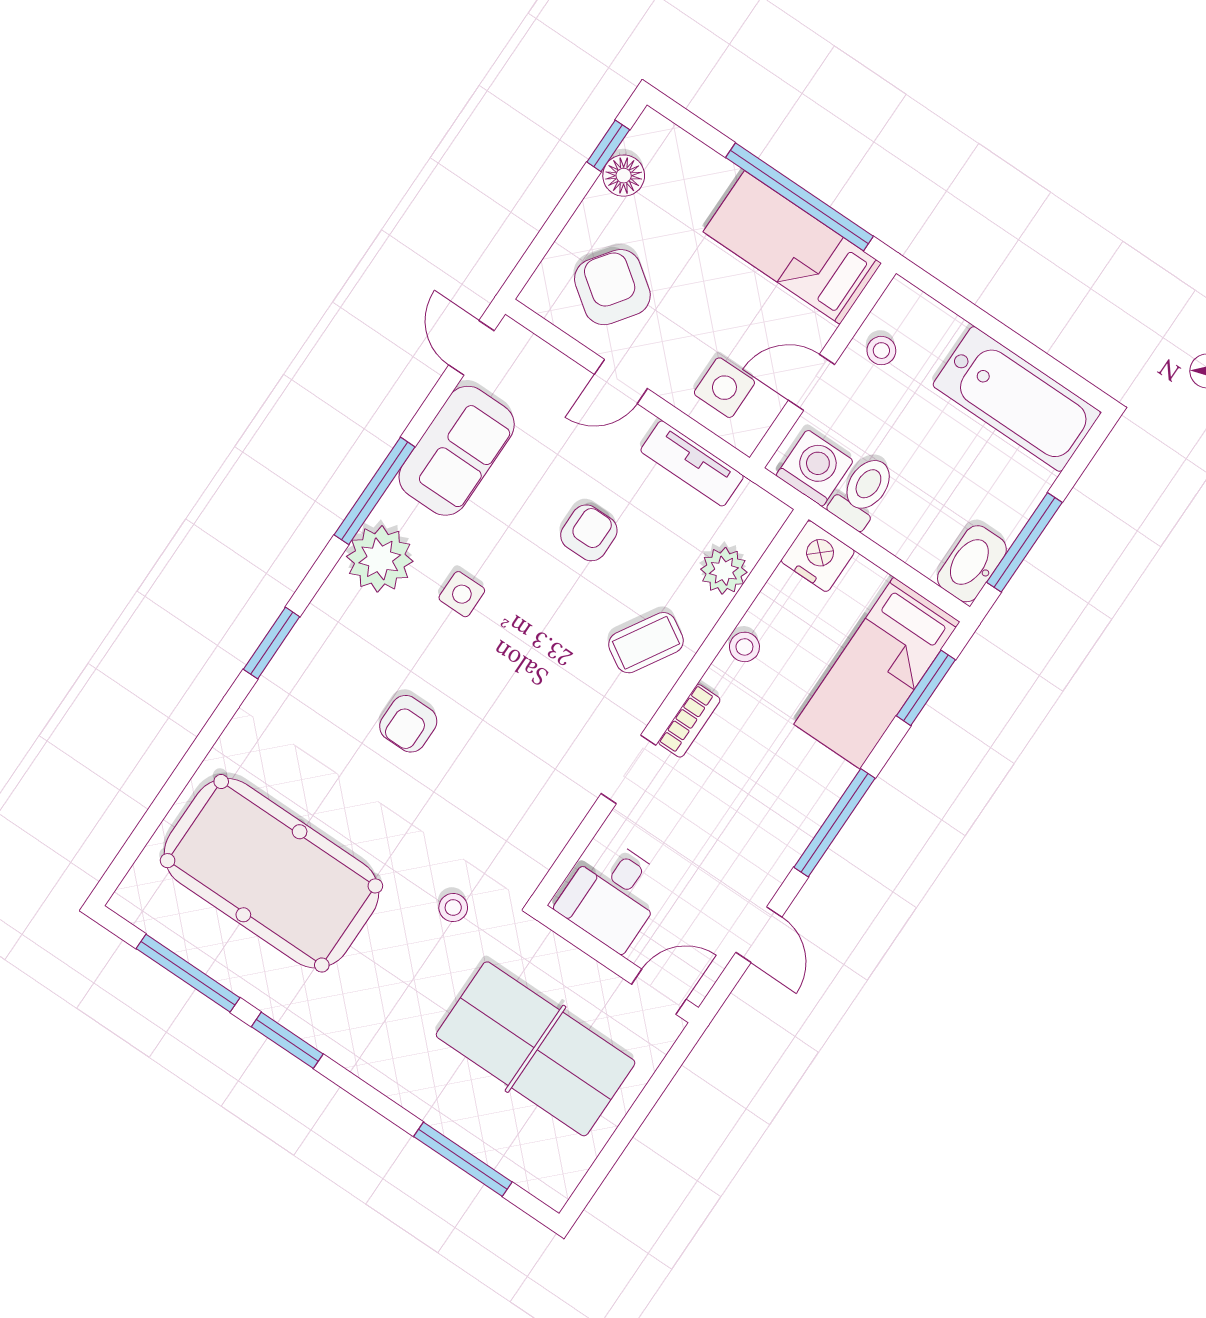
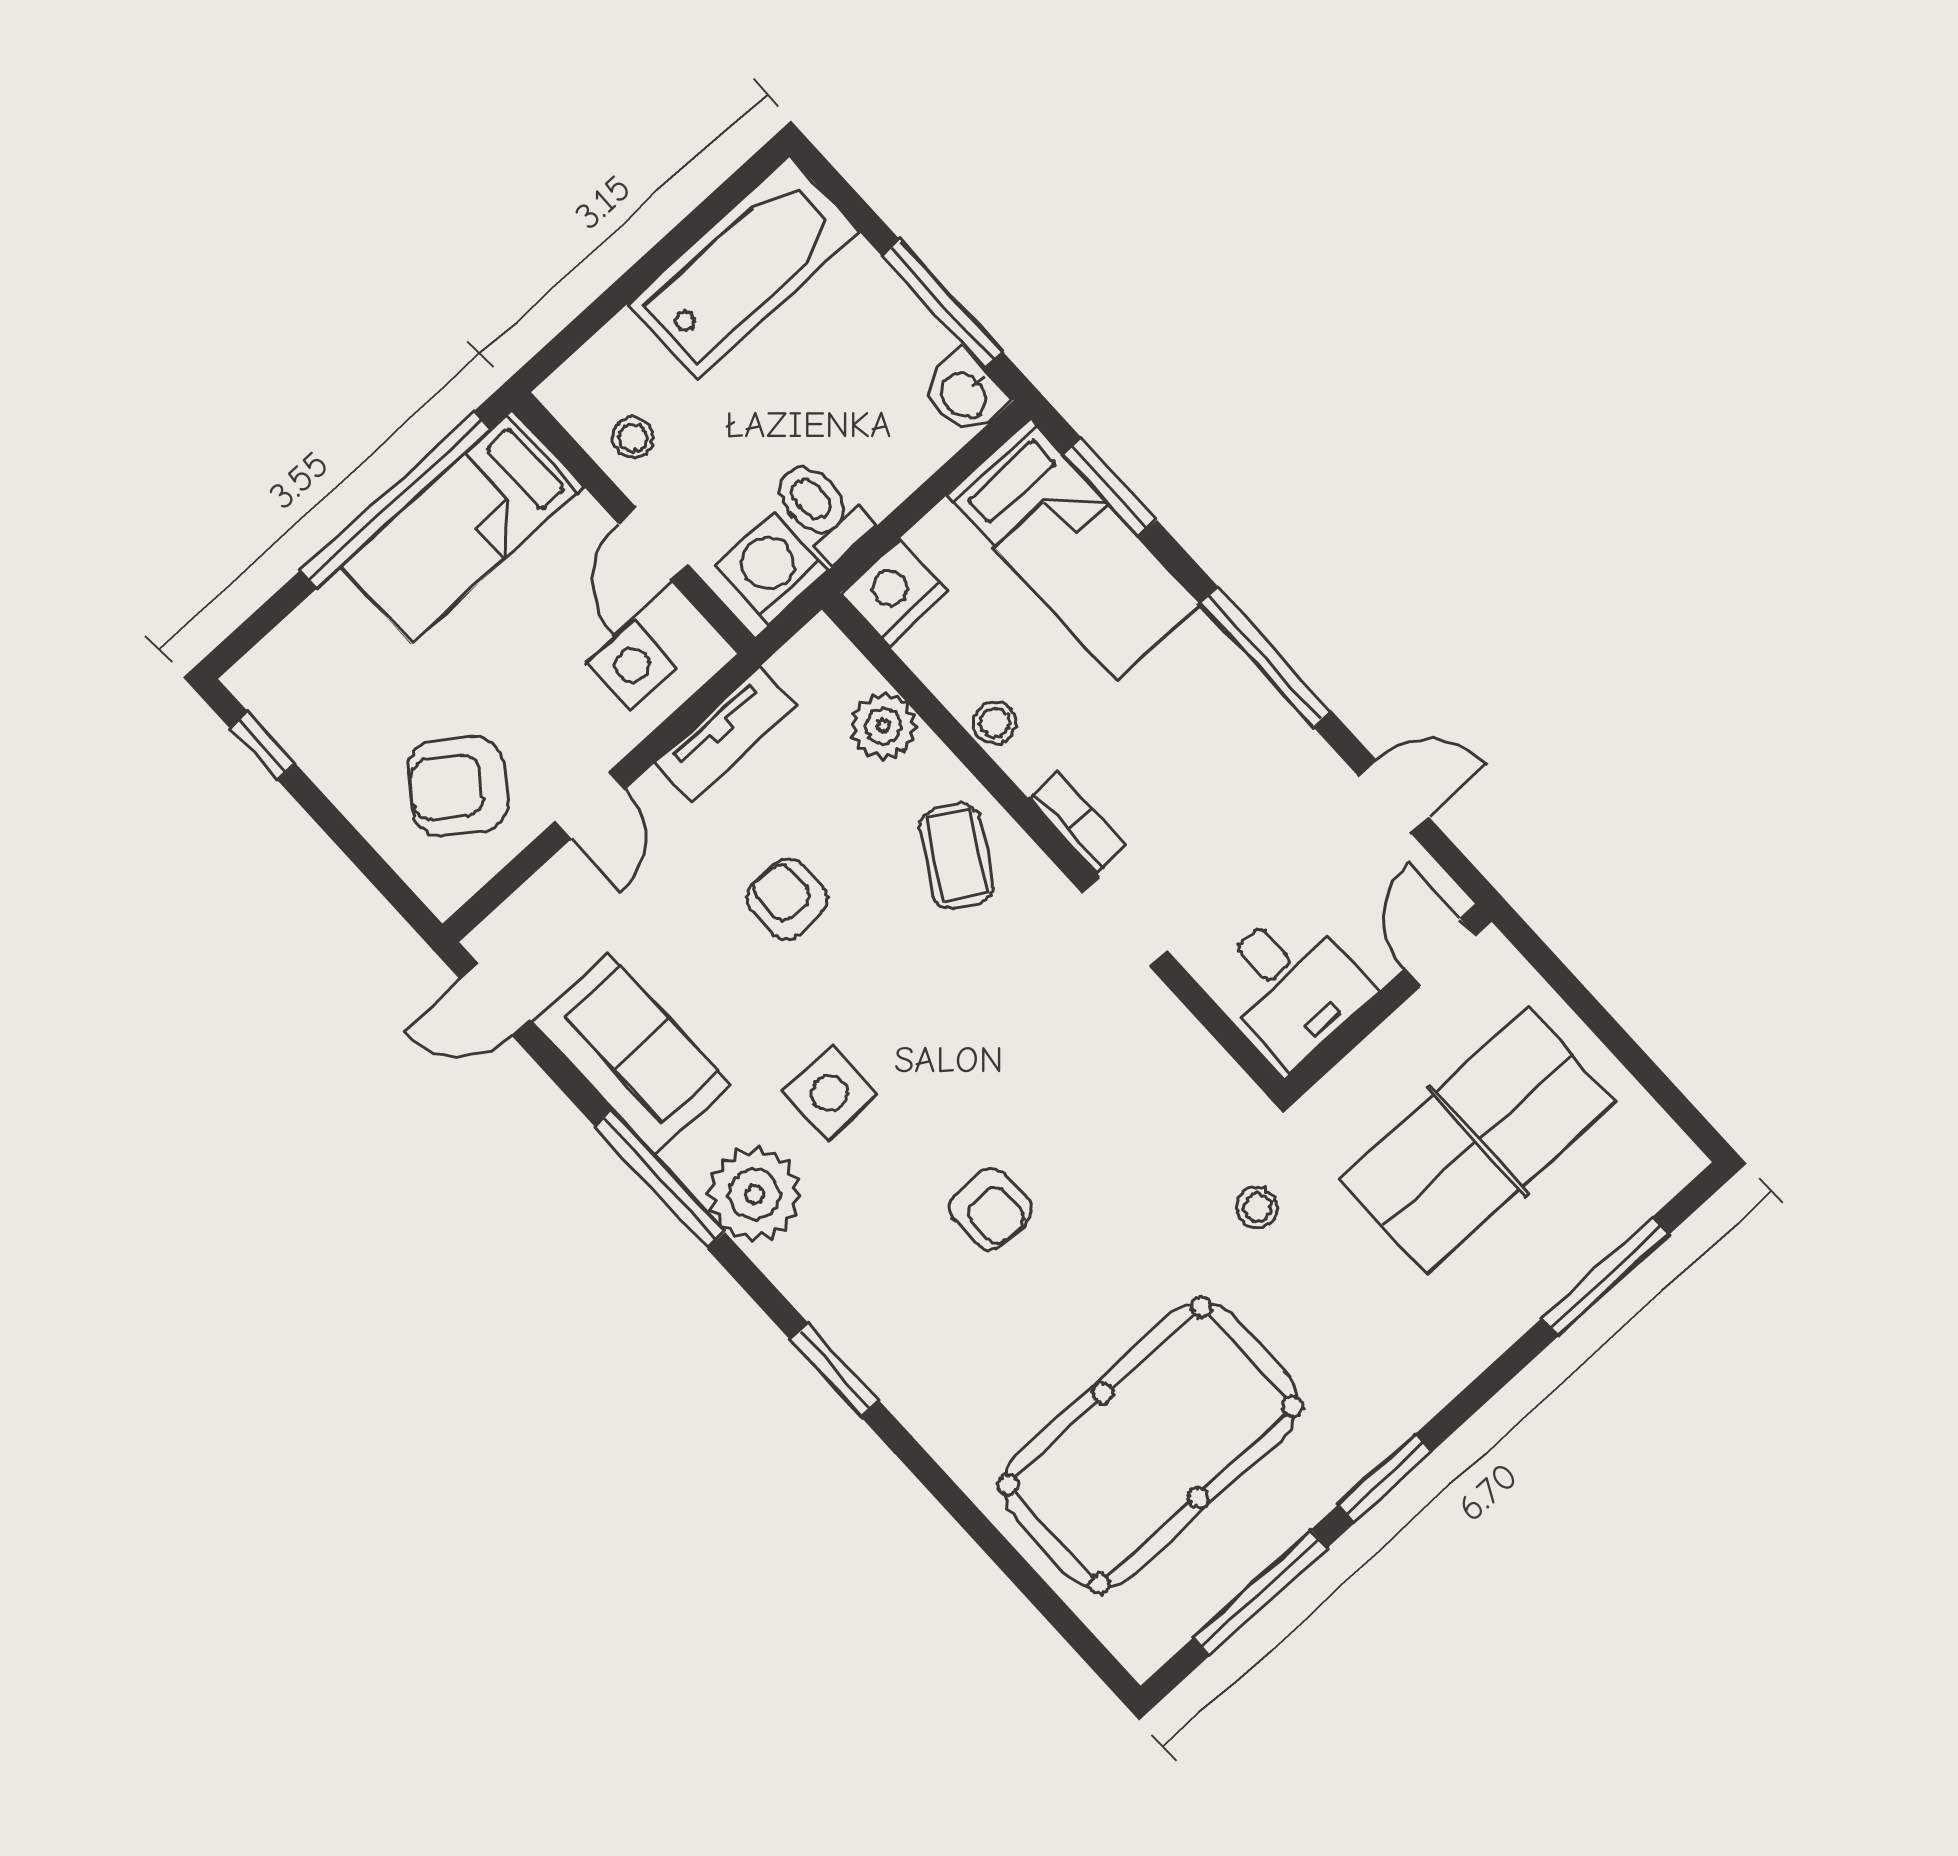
floor lamp: (624, 176) -> (308, 734), removed
washbasin: (972, 564) -> (965, 394), width x0.72
side table: (462, 594) -> (830, 1093), width x1.37, depth x1.37

